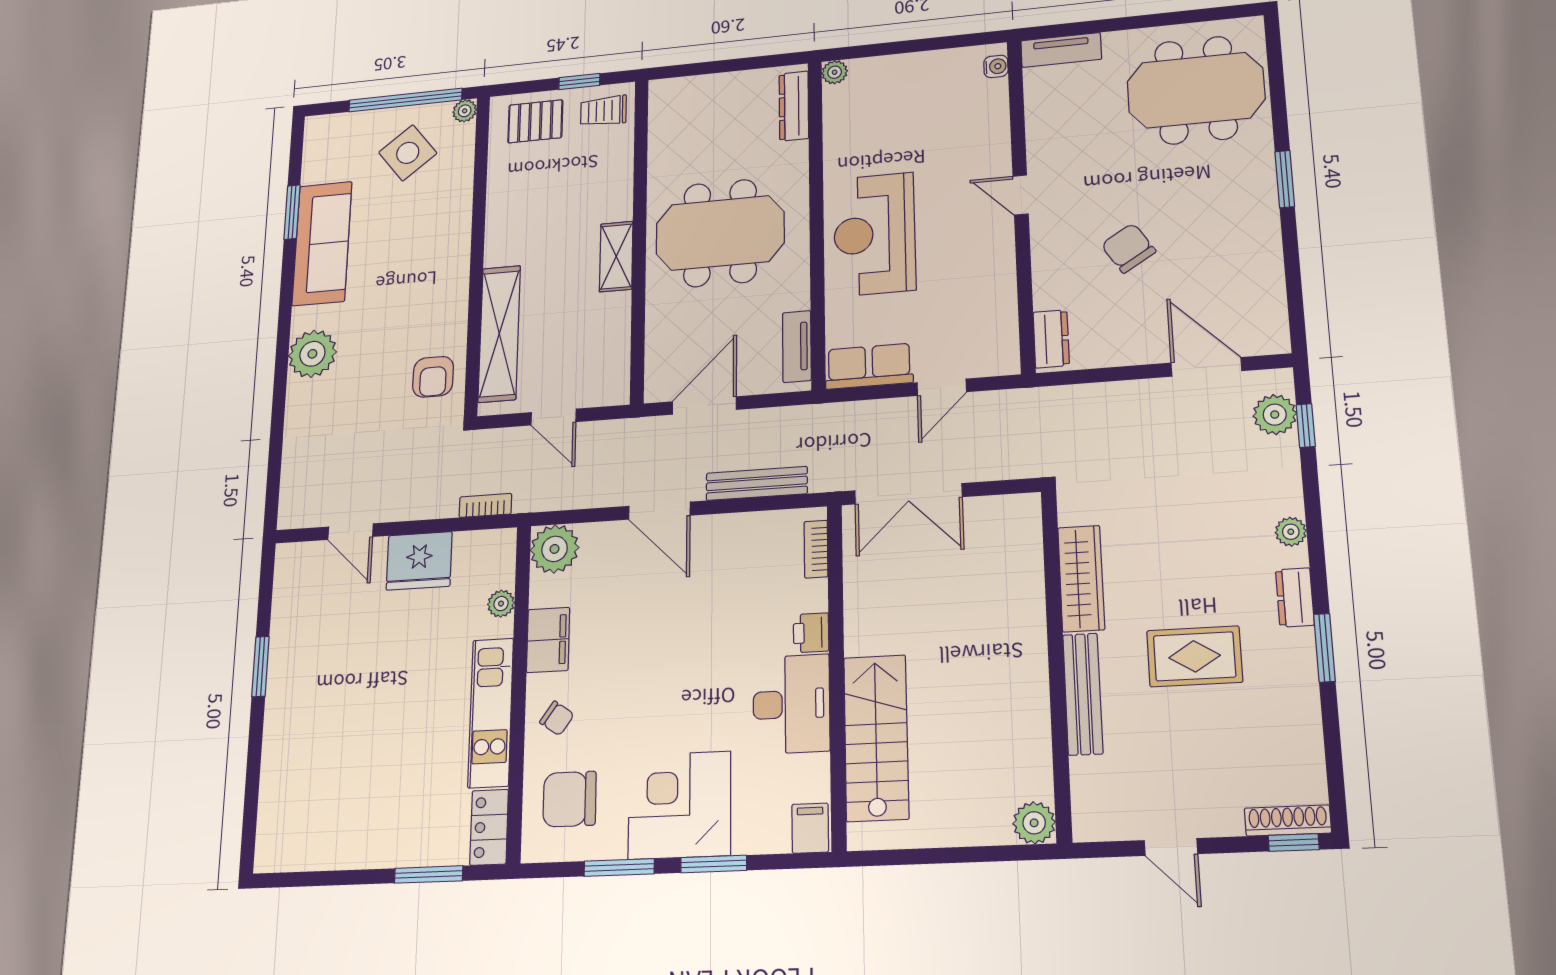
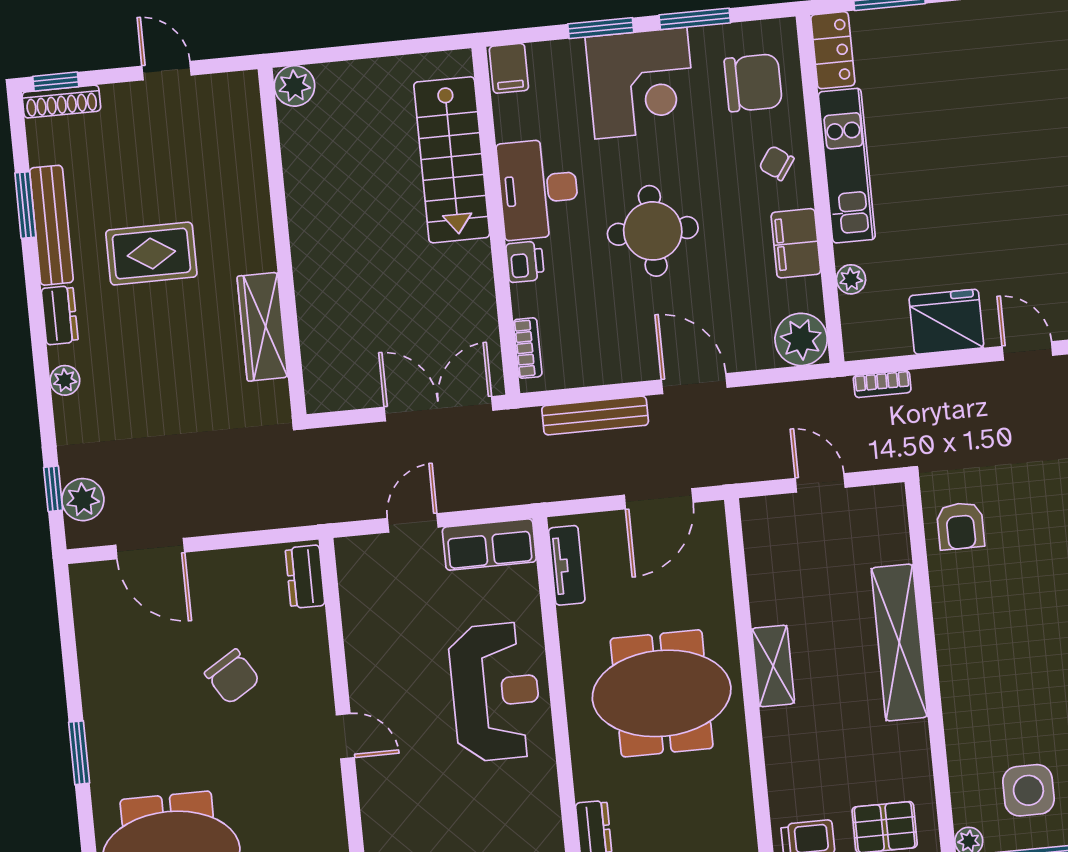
side table: (408, 153) -> (1028, 790), turned 38
shelving: (499, 334) -> (899, 643), moved
armchair: (433, 377) -> (961, 526), turned 180
window: (1324, 648) -> (25, 205), moved
round table: (683, 658) -> (653, 231), added
bench: (1083, 694) -> (51, 225), moved

